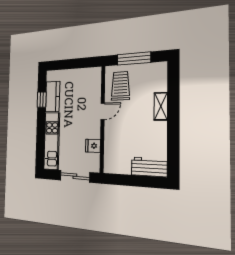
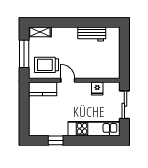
kitchen counter: (53, 97) -> (43, 89), moved, turned 180
shelving: (161, 106) -> (40, 32), moved
workbench: (149, 167) -> (92, 34), moved, turned -90

